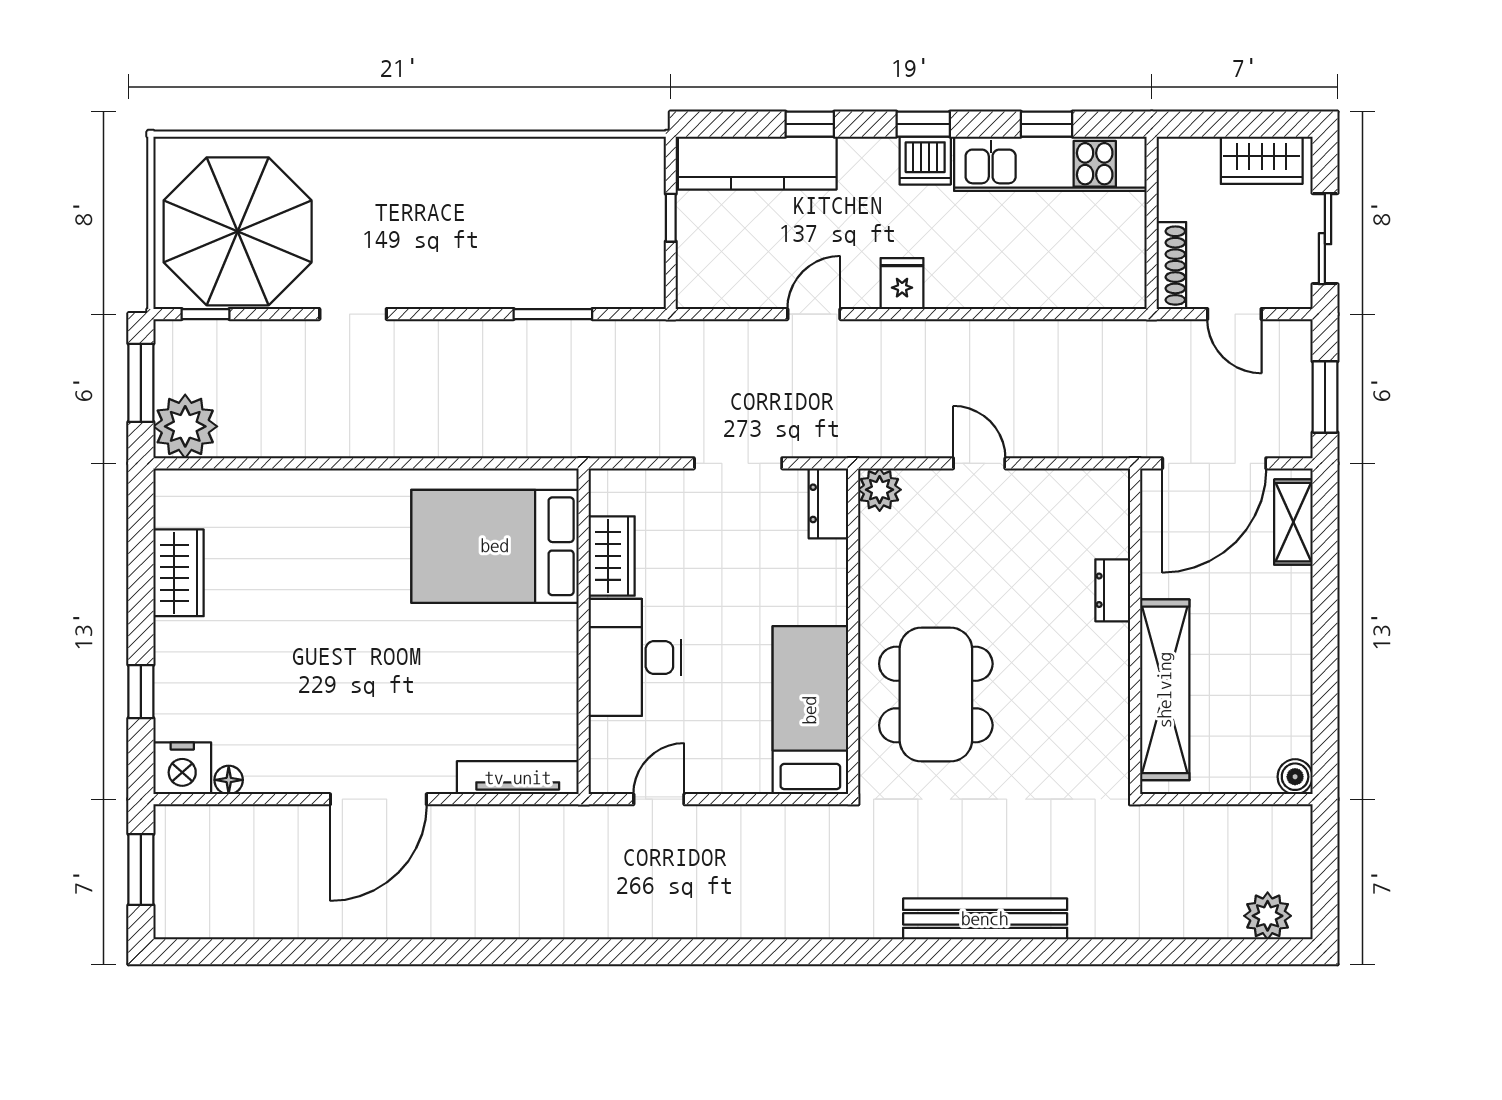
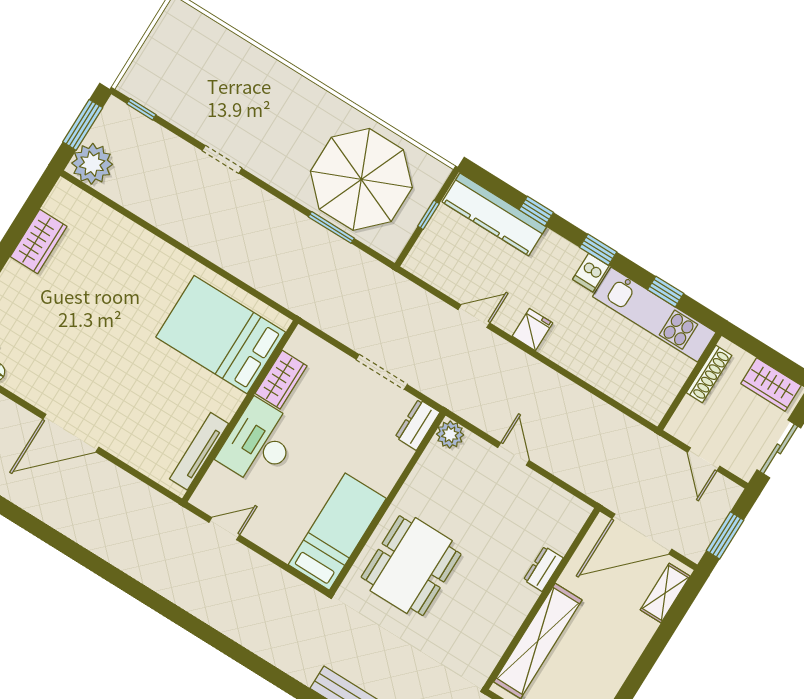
dishwasher: (925, 161) -> (591, 273), width x0.73
parasol: (238, 231) -> (361, 179), moved
shoe rack: (1171, 266) -> (709, 374), moved
tv unit: (518, 778) -> (199, 451), moved, turned -90

